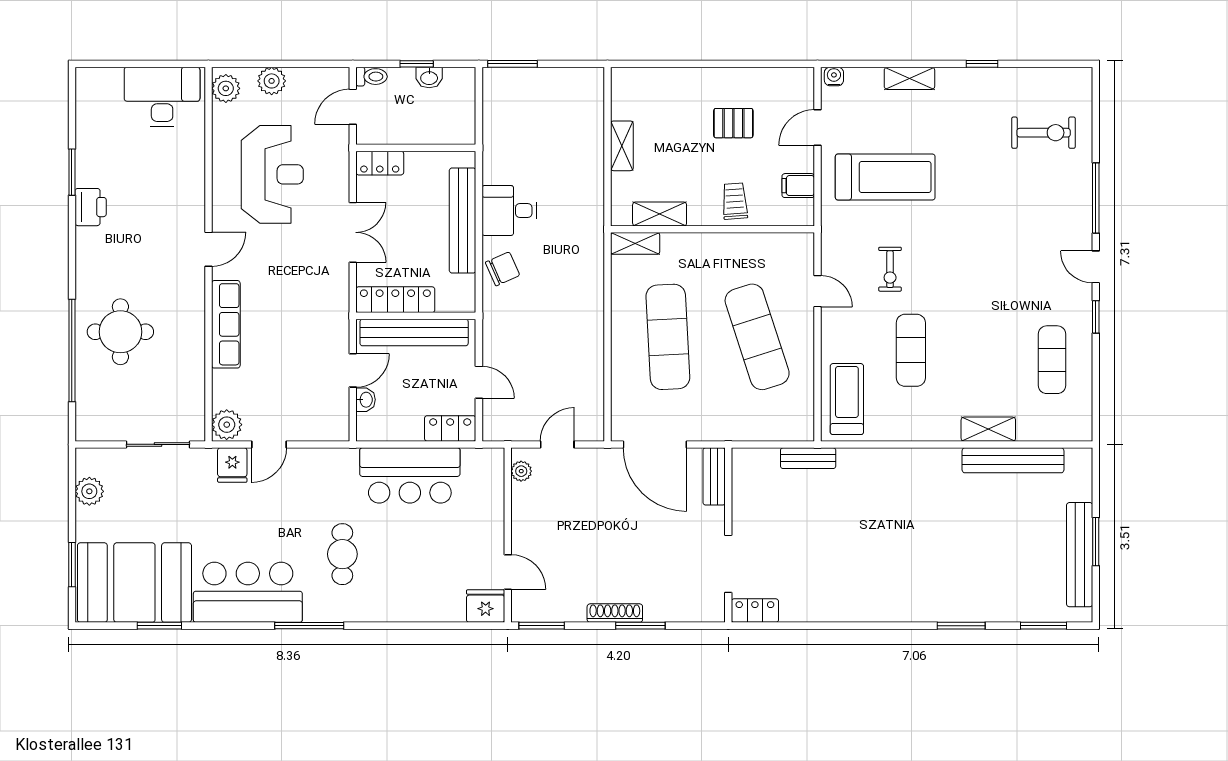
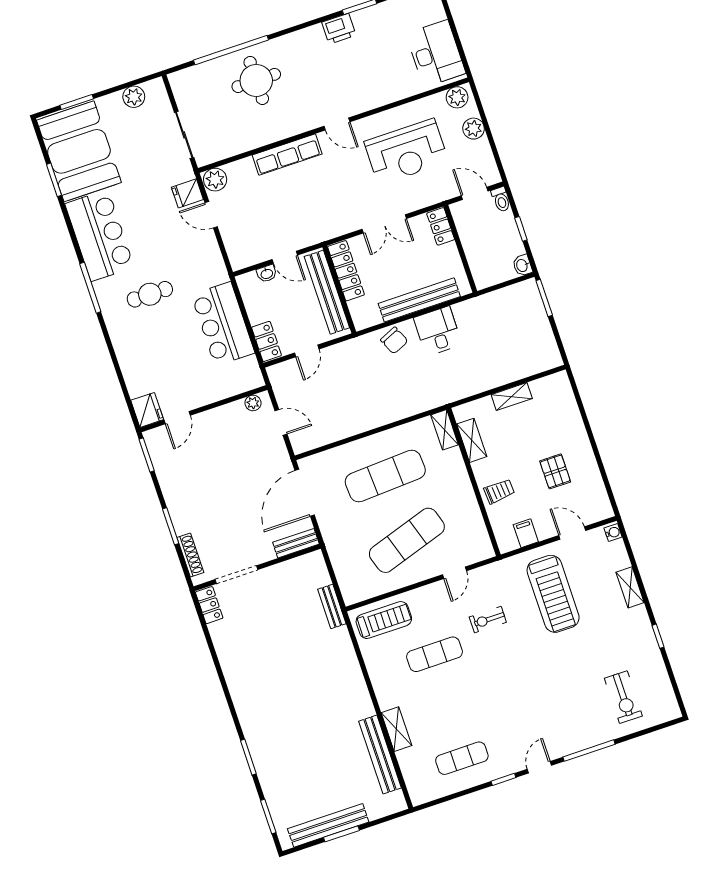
washbasin: (429, 77) -> (522, 265), moved
shoe rack: (615, 613) -> (190, 555), moved

